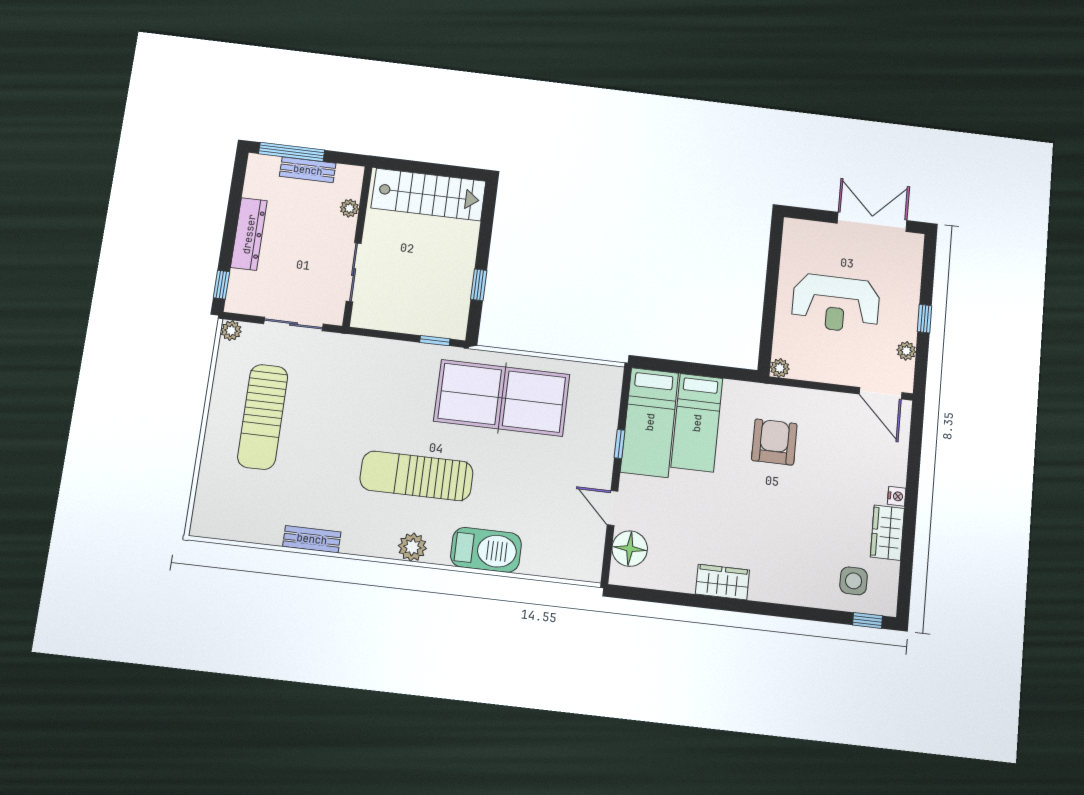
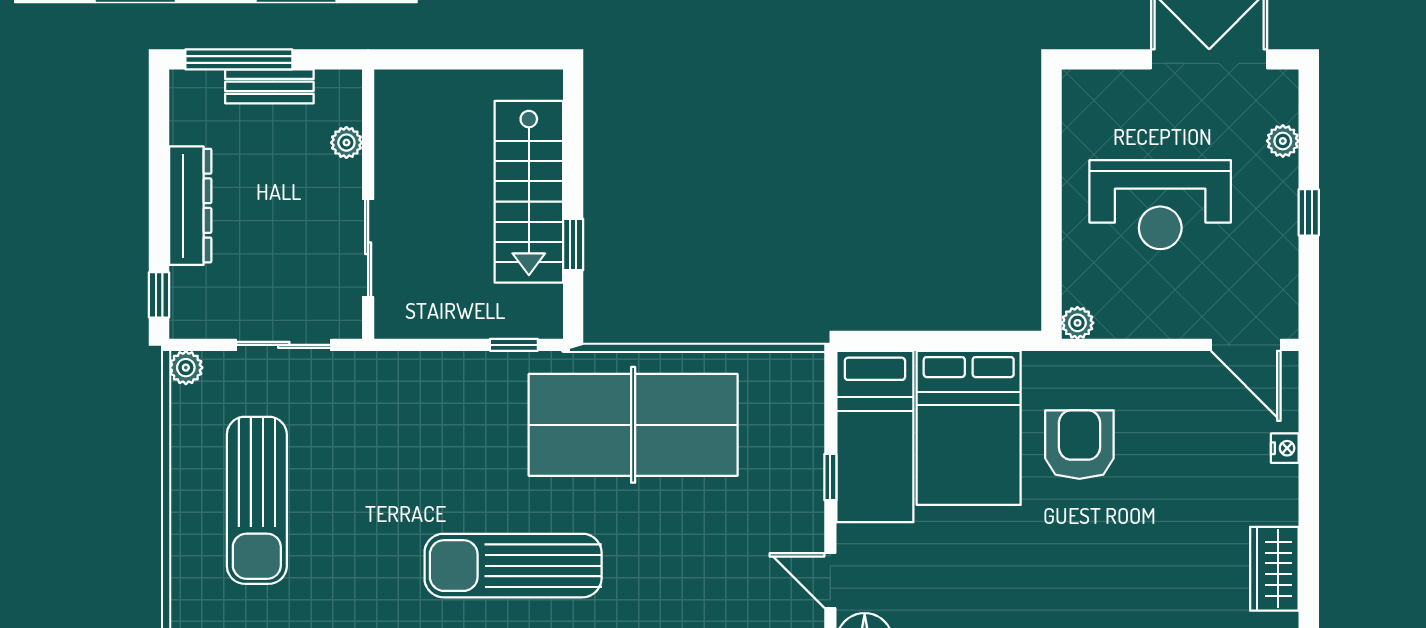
stairs: (429, 195) -> (529, 192), moved, turned 90
plant: (906, 351) -> (1283, 141), moved
bed: (697, 423) -> (969, 428), width x1.50
nightstand: (897, 496) -> (1285, 448), moved

